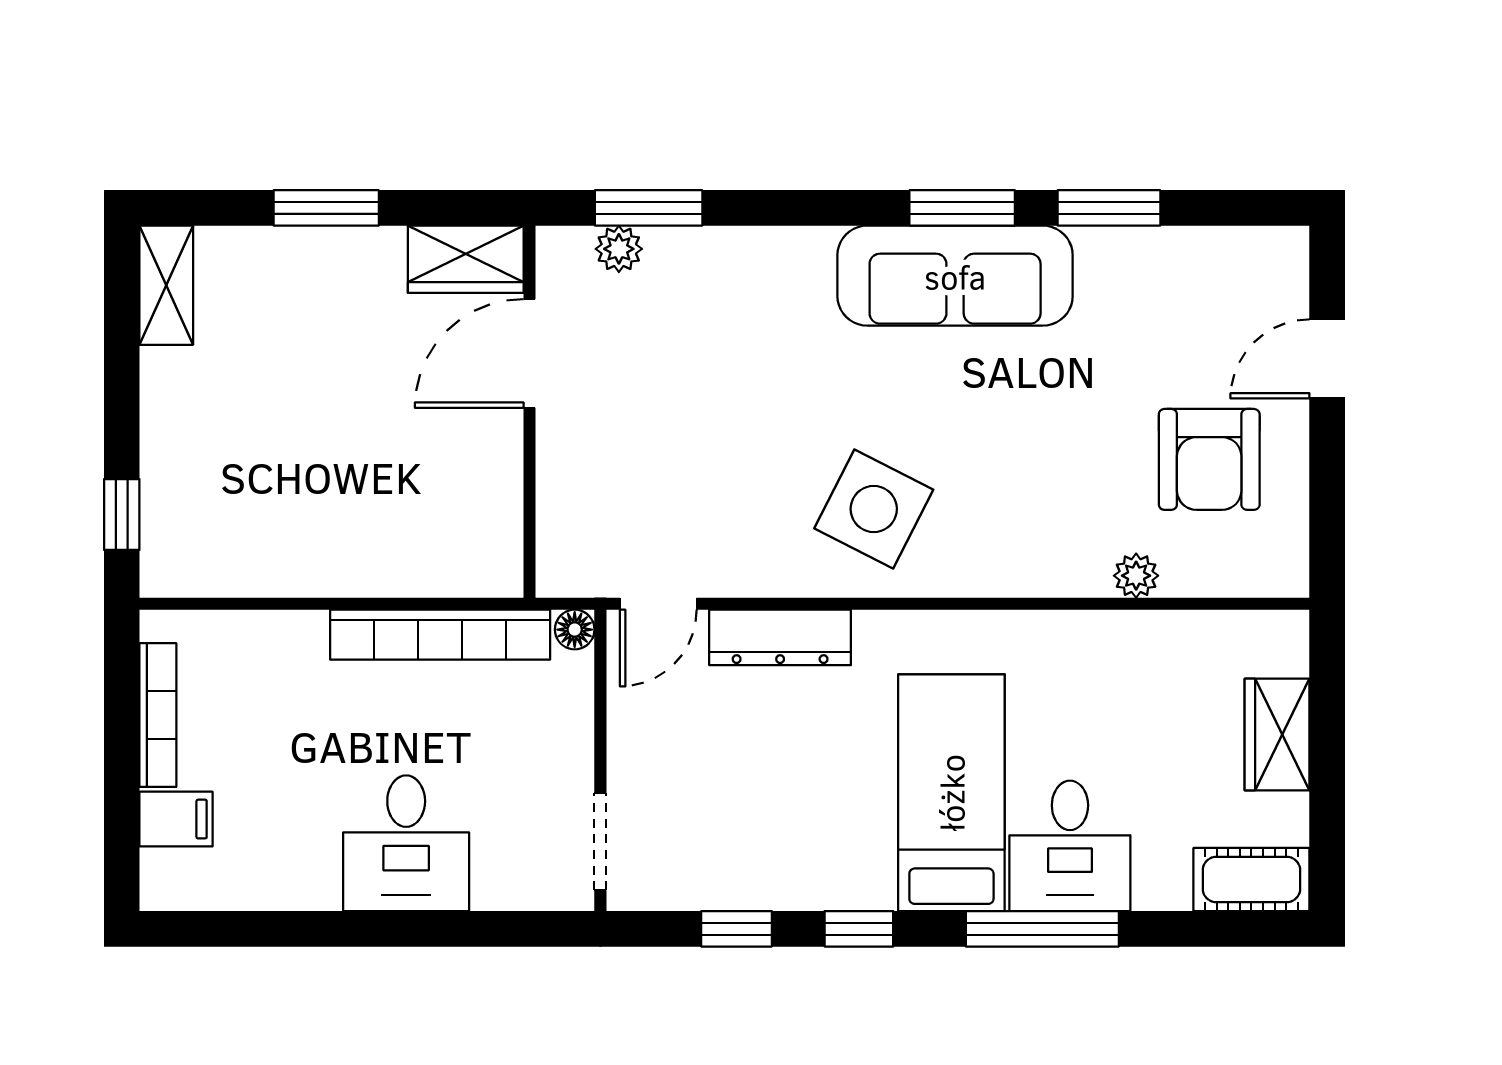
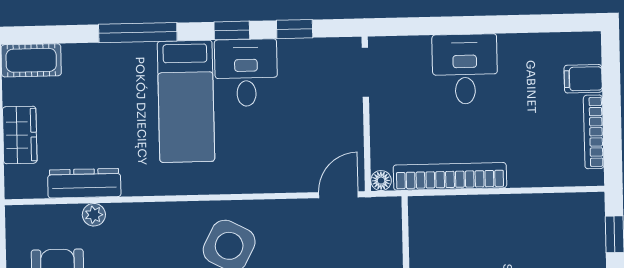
dresser: (780, 637) -> (84, 183), moved
desk: (1070, 846) -> (246, 73), moved

